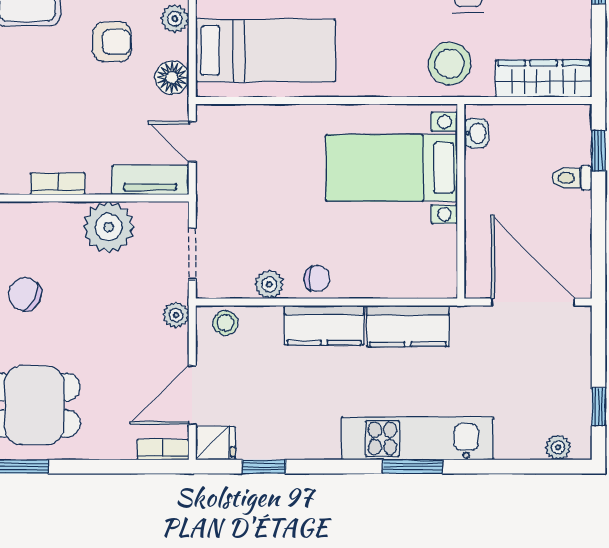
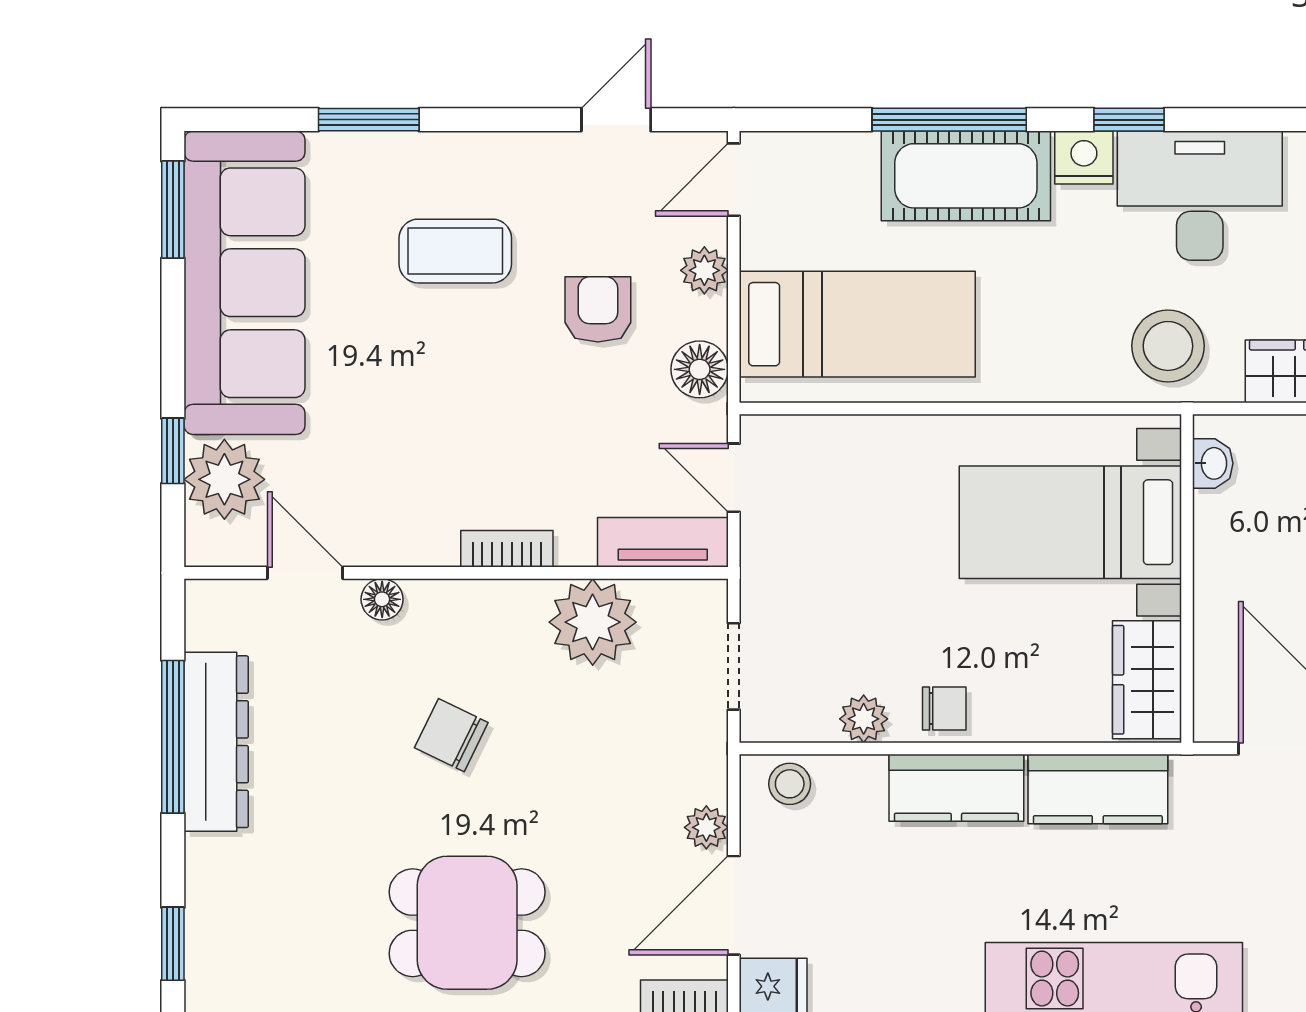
armchair: (112, 42) -> (598, 309), turned -90
wardrobe: (437, 261) -> (1147, 680), added
plant: (176, 315) -> (706, 827), moved

